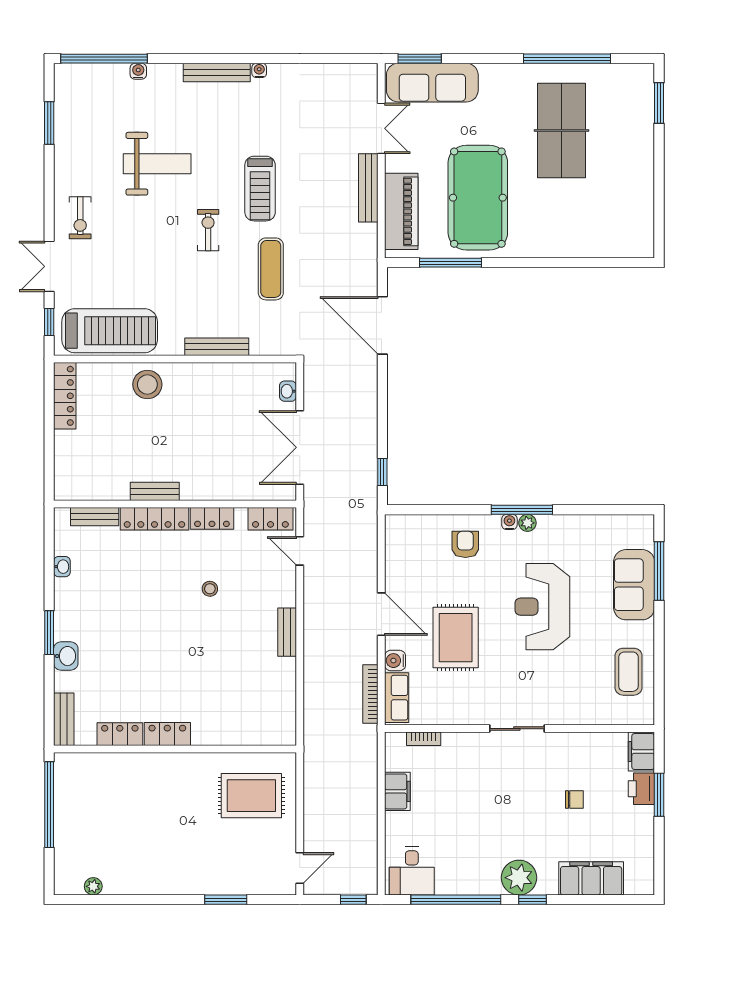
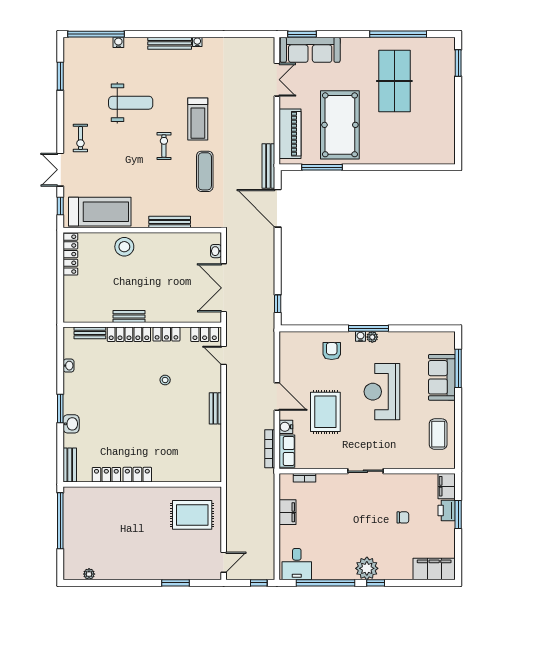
bench: (368, 188) -> (268, 166), moved
filing cabinet: (591, 878) -> (434, 569), moved

